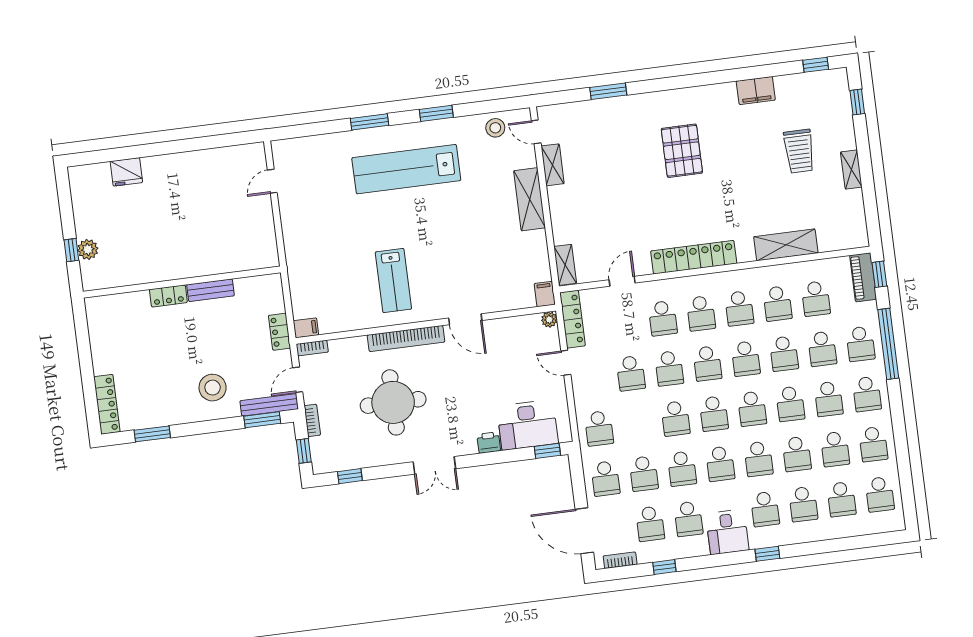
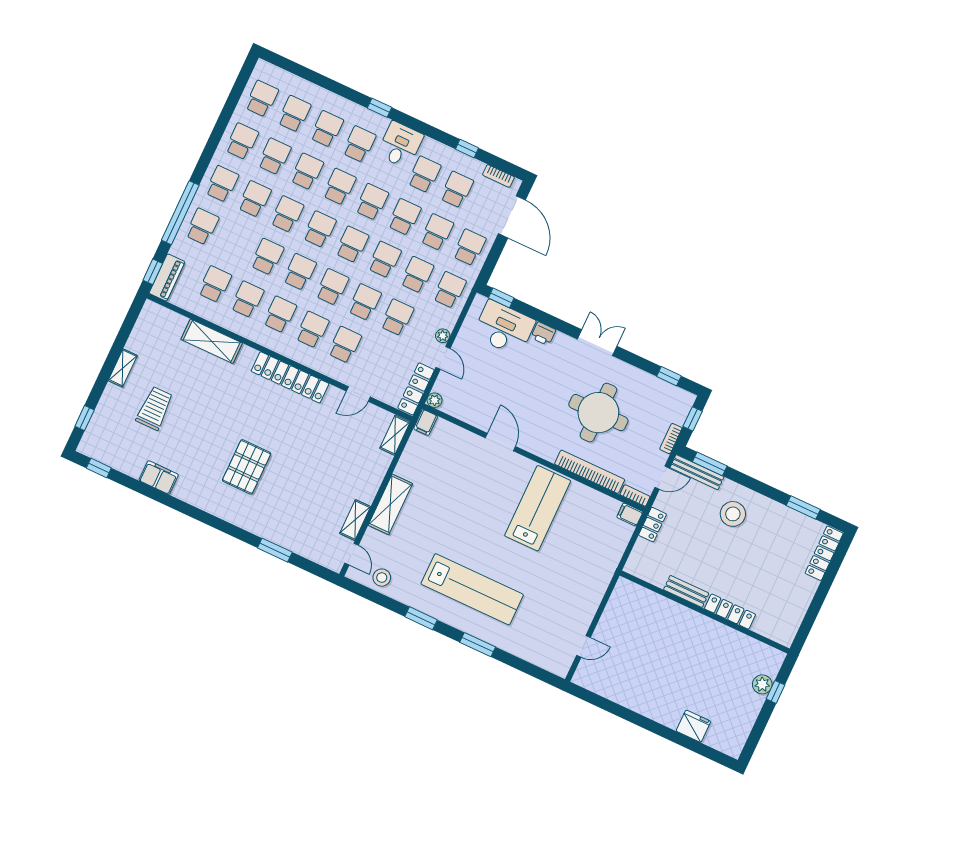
lab bench: (393, 281) -> (538, 508), width x1.36, depth x1.39
locker: (168, 296) -> (730, 612), width x1.53
bookcase: (406, 339) -> (590, 472), moved
school desk: (822, 349) -> (417, 275), moved
plant: (579, 383) -> (443, 336), added

